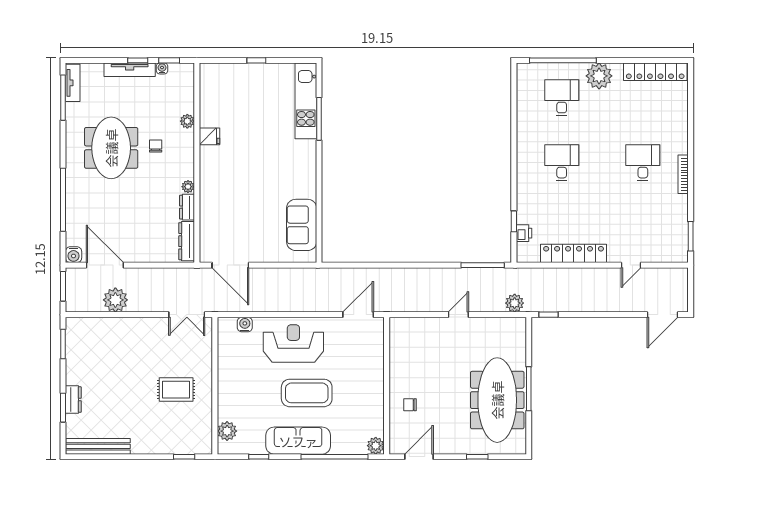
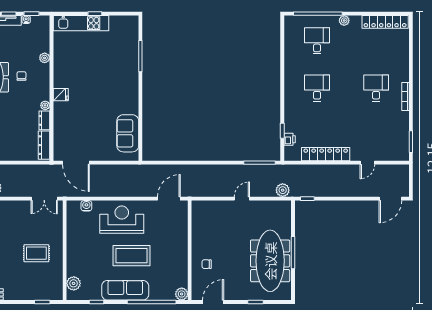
plant: (599, 76) -> (344, 20), width x0.53, depth x0.53
kitchen unit: (306, 101) -> (81, 23), moved, turned -90
fridge: (209, 136) -> (61, 95), moved

